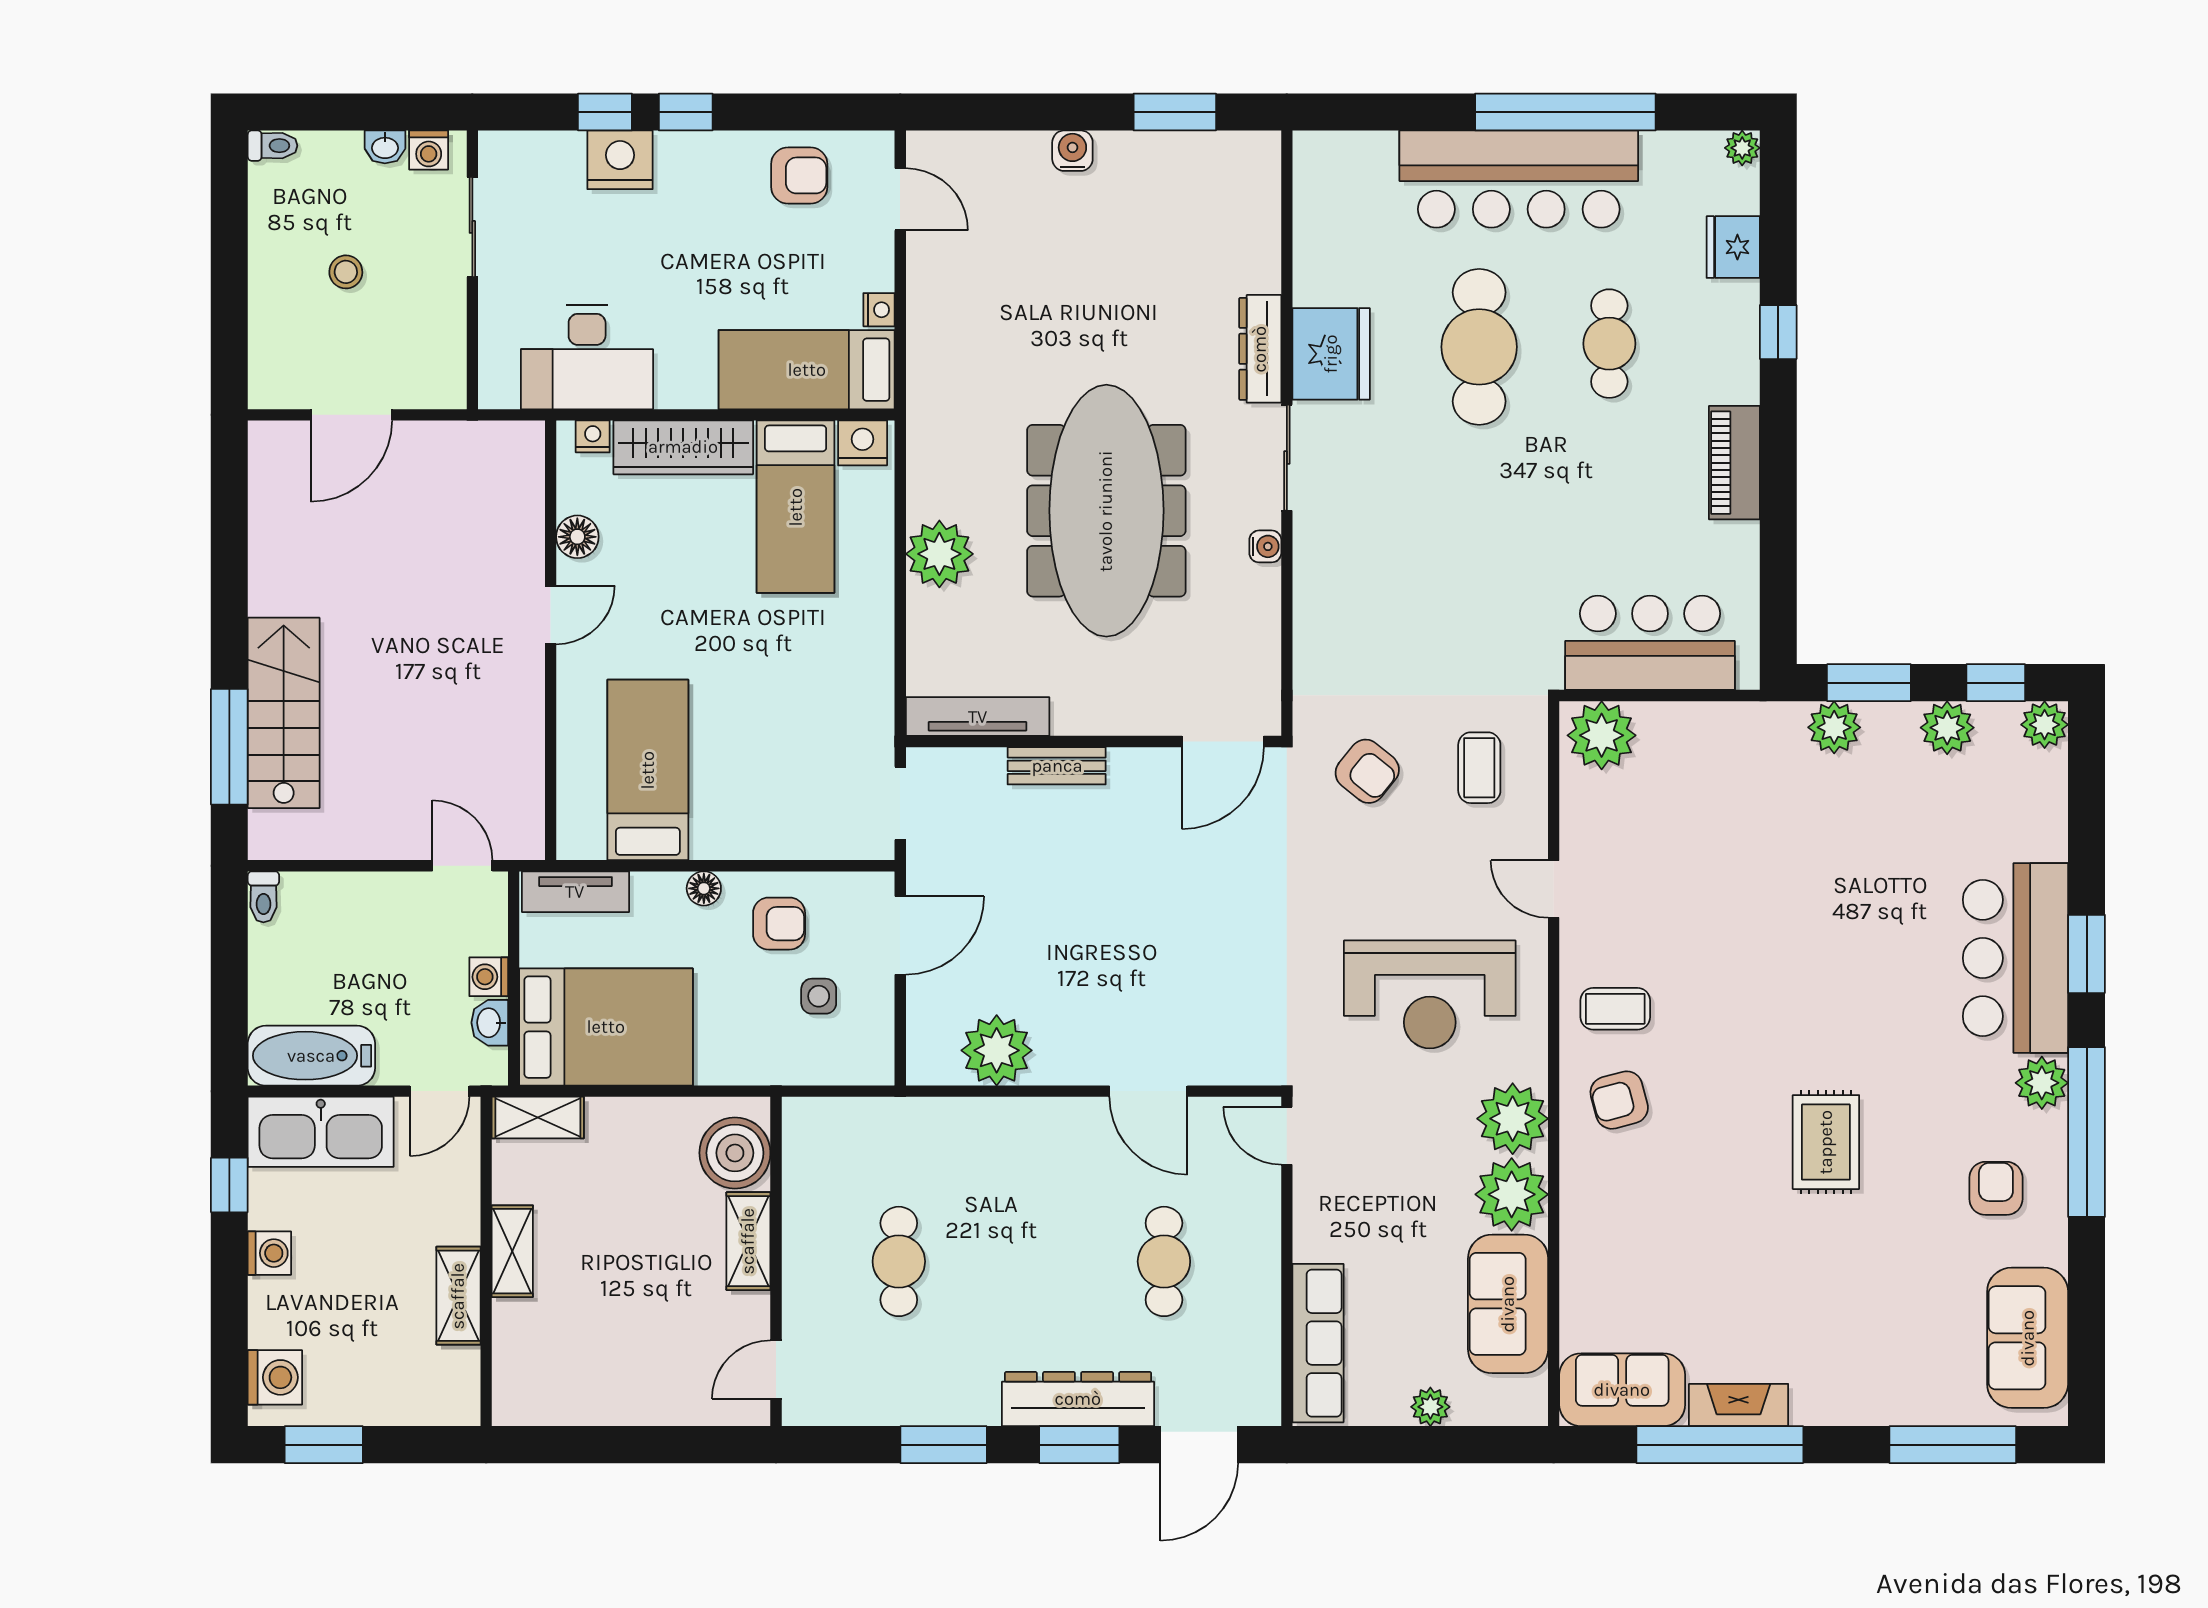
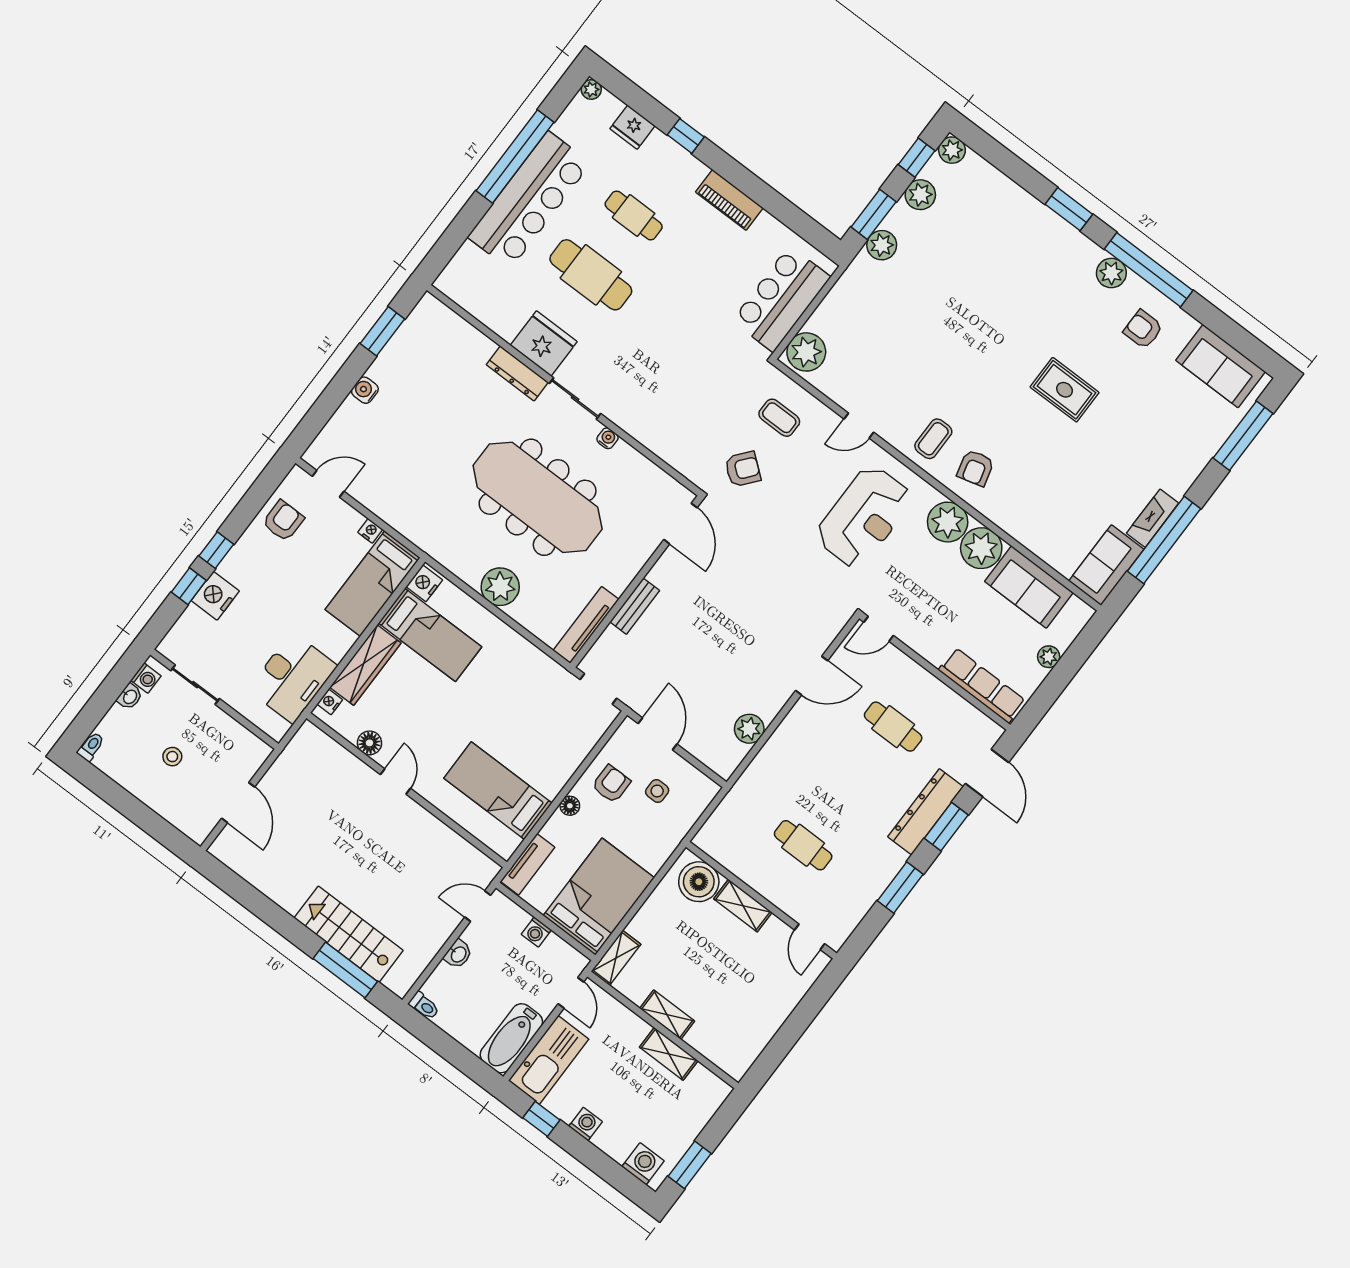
bar counter: (2015, 958) -> (1047, 242), removed
washbasin: (490, 1023) -> (458, 954), moved, turned -90
plant: (997, 1050) -> (749, 729), width x0.73, depth x0.73

